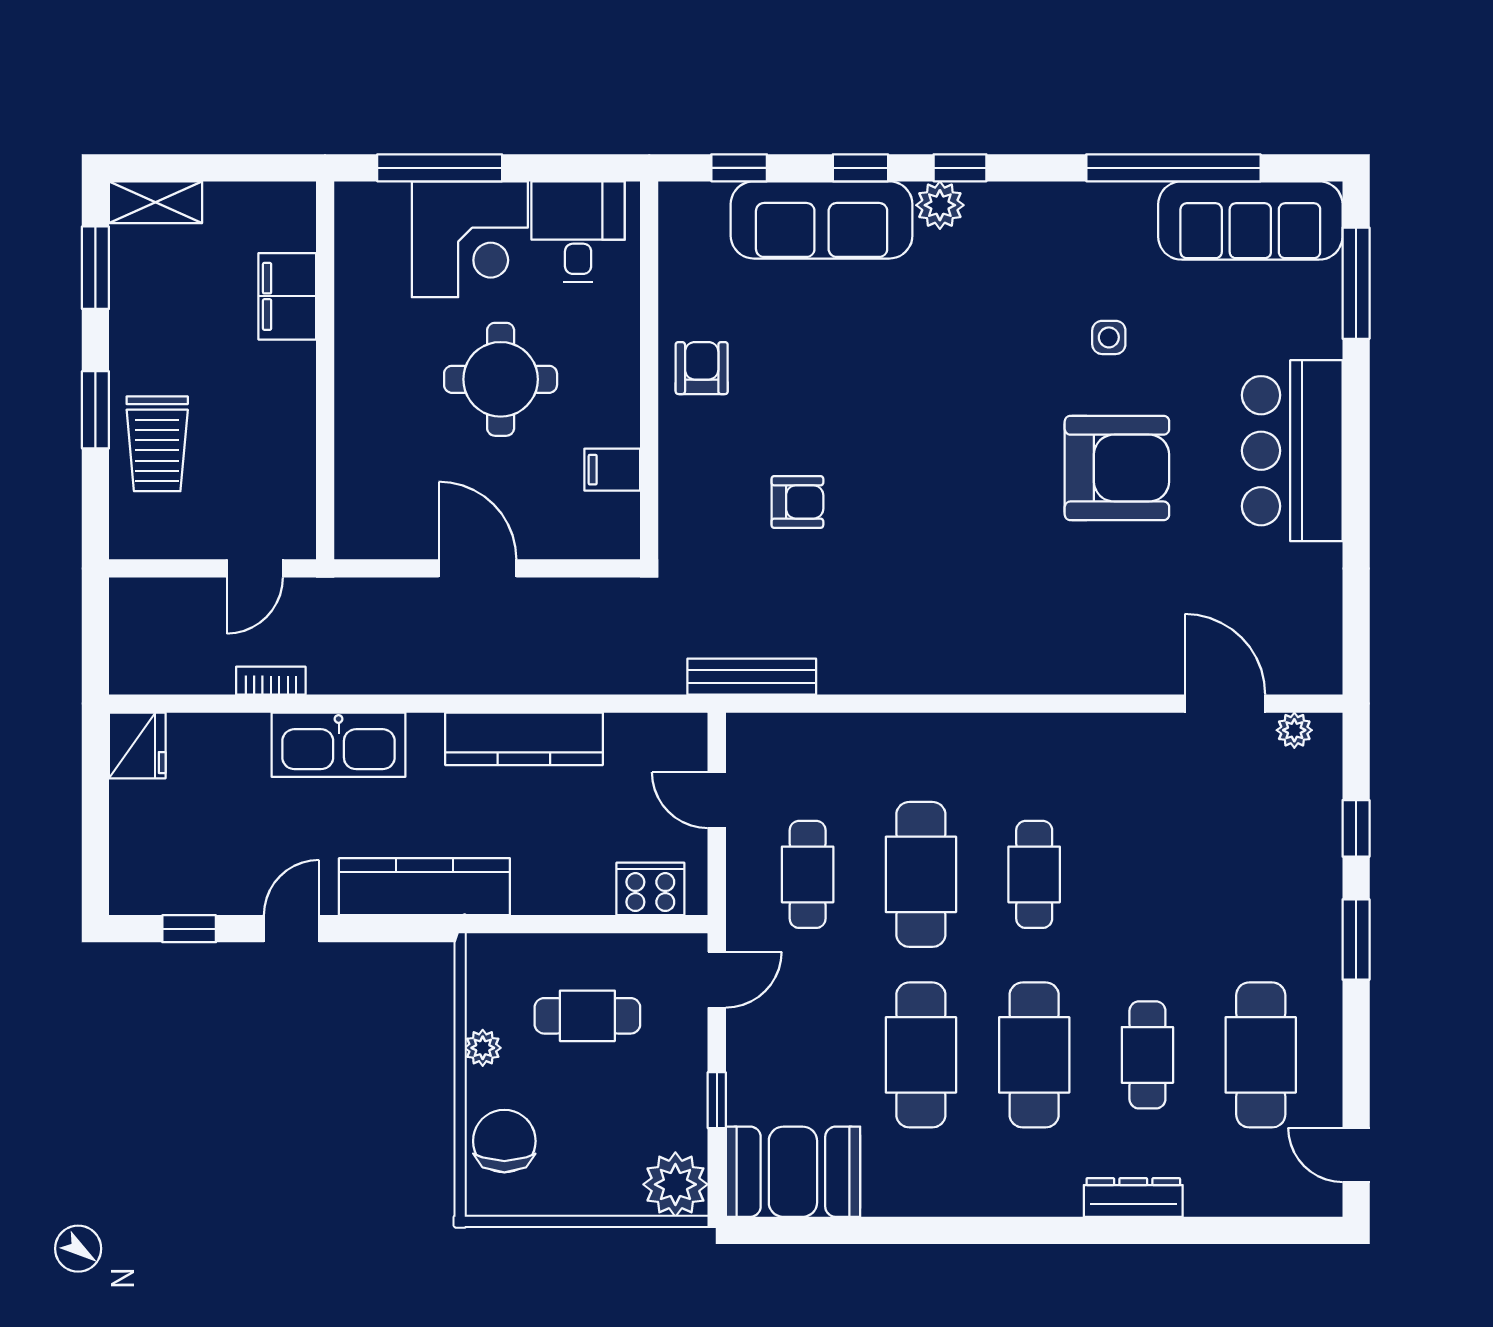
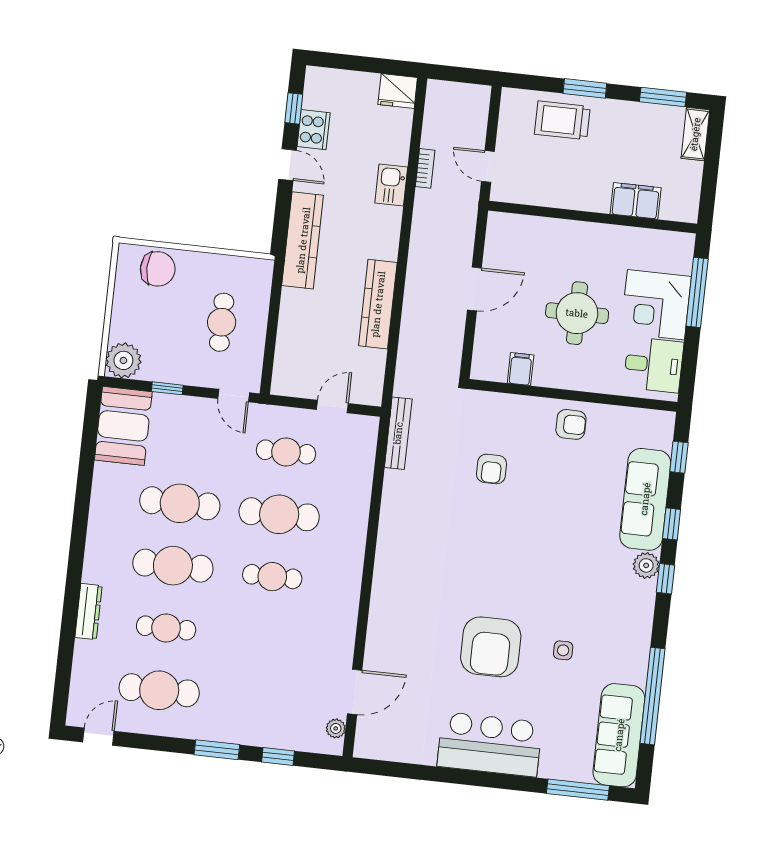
kitchen sink: (339, 745) -> (391, 185), width x0.53, depth x0.81
cooker: (650, 889) -> (314, 130), moved
plant: (483, 1048) -> (210, 263), removed

